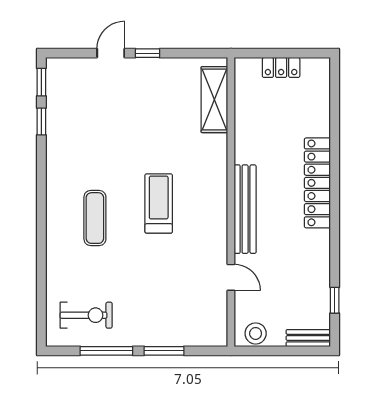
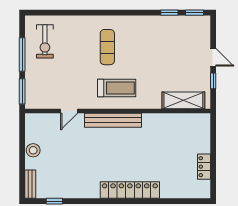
shelving: (214, 100) -> (183, 100), moved
wall: (231, 202) -> (118, 111), moved
bench: (245, 209) -> (113, 120), moved
exercise mat: (95, 218) -> (107, 47), turned 90
door: (231, 277) -> (69, 111), moved

